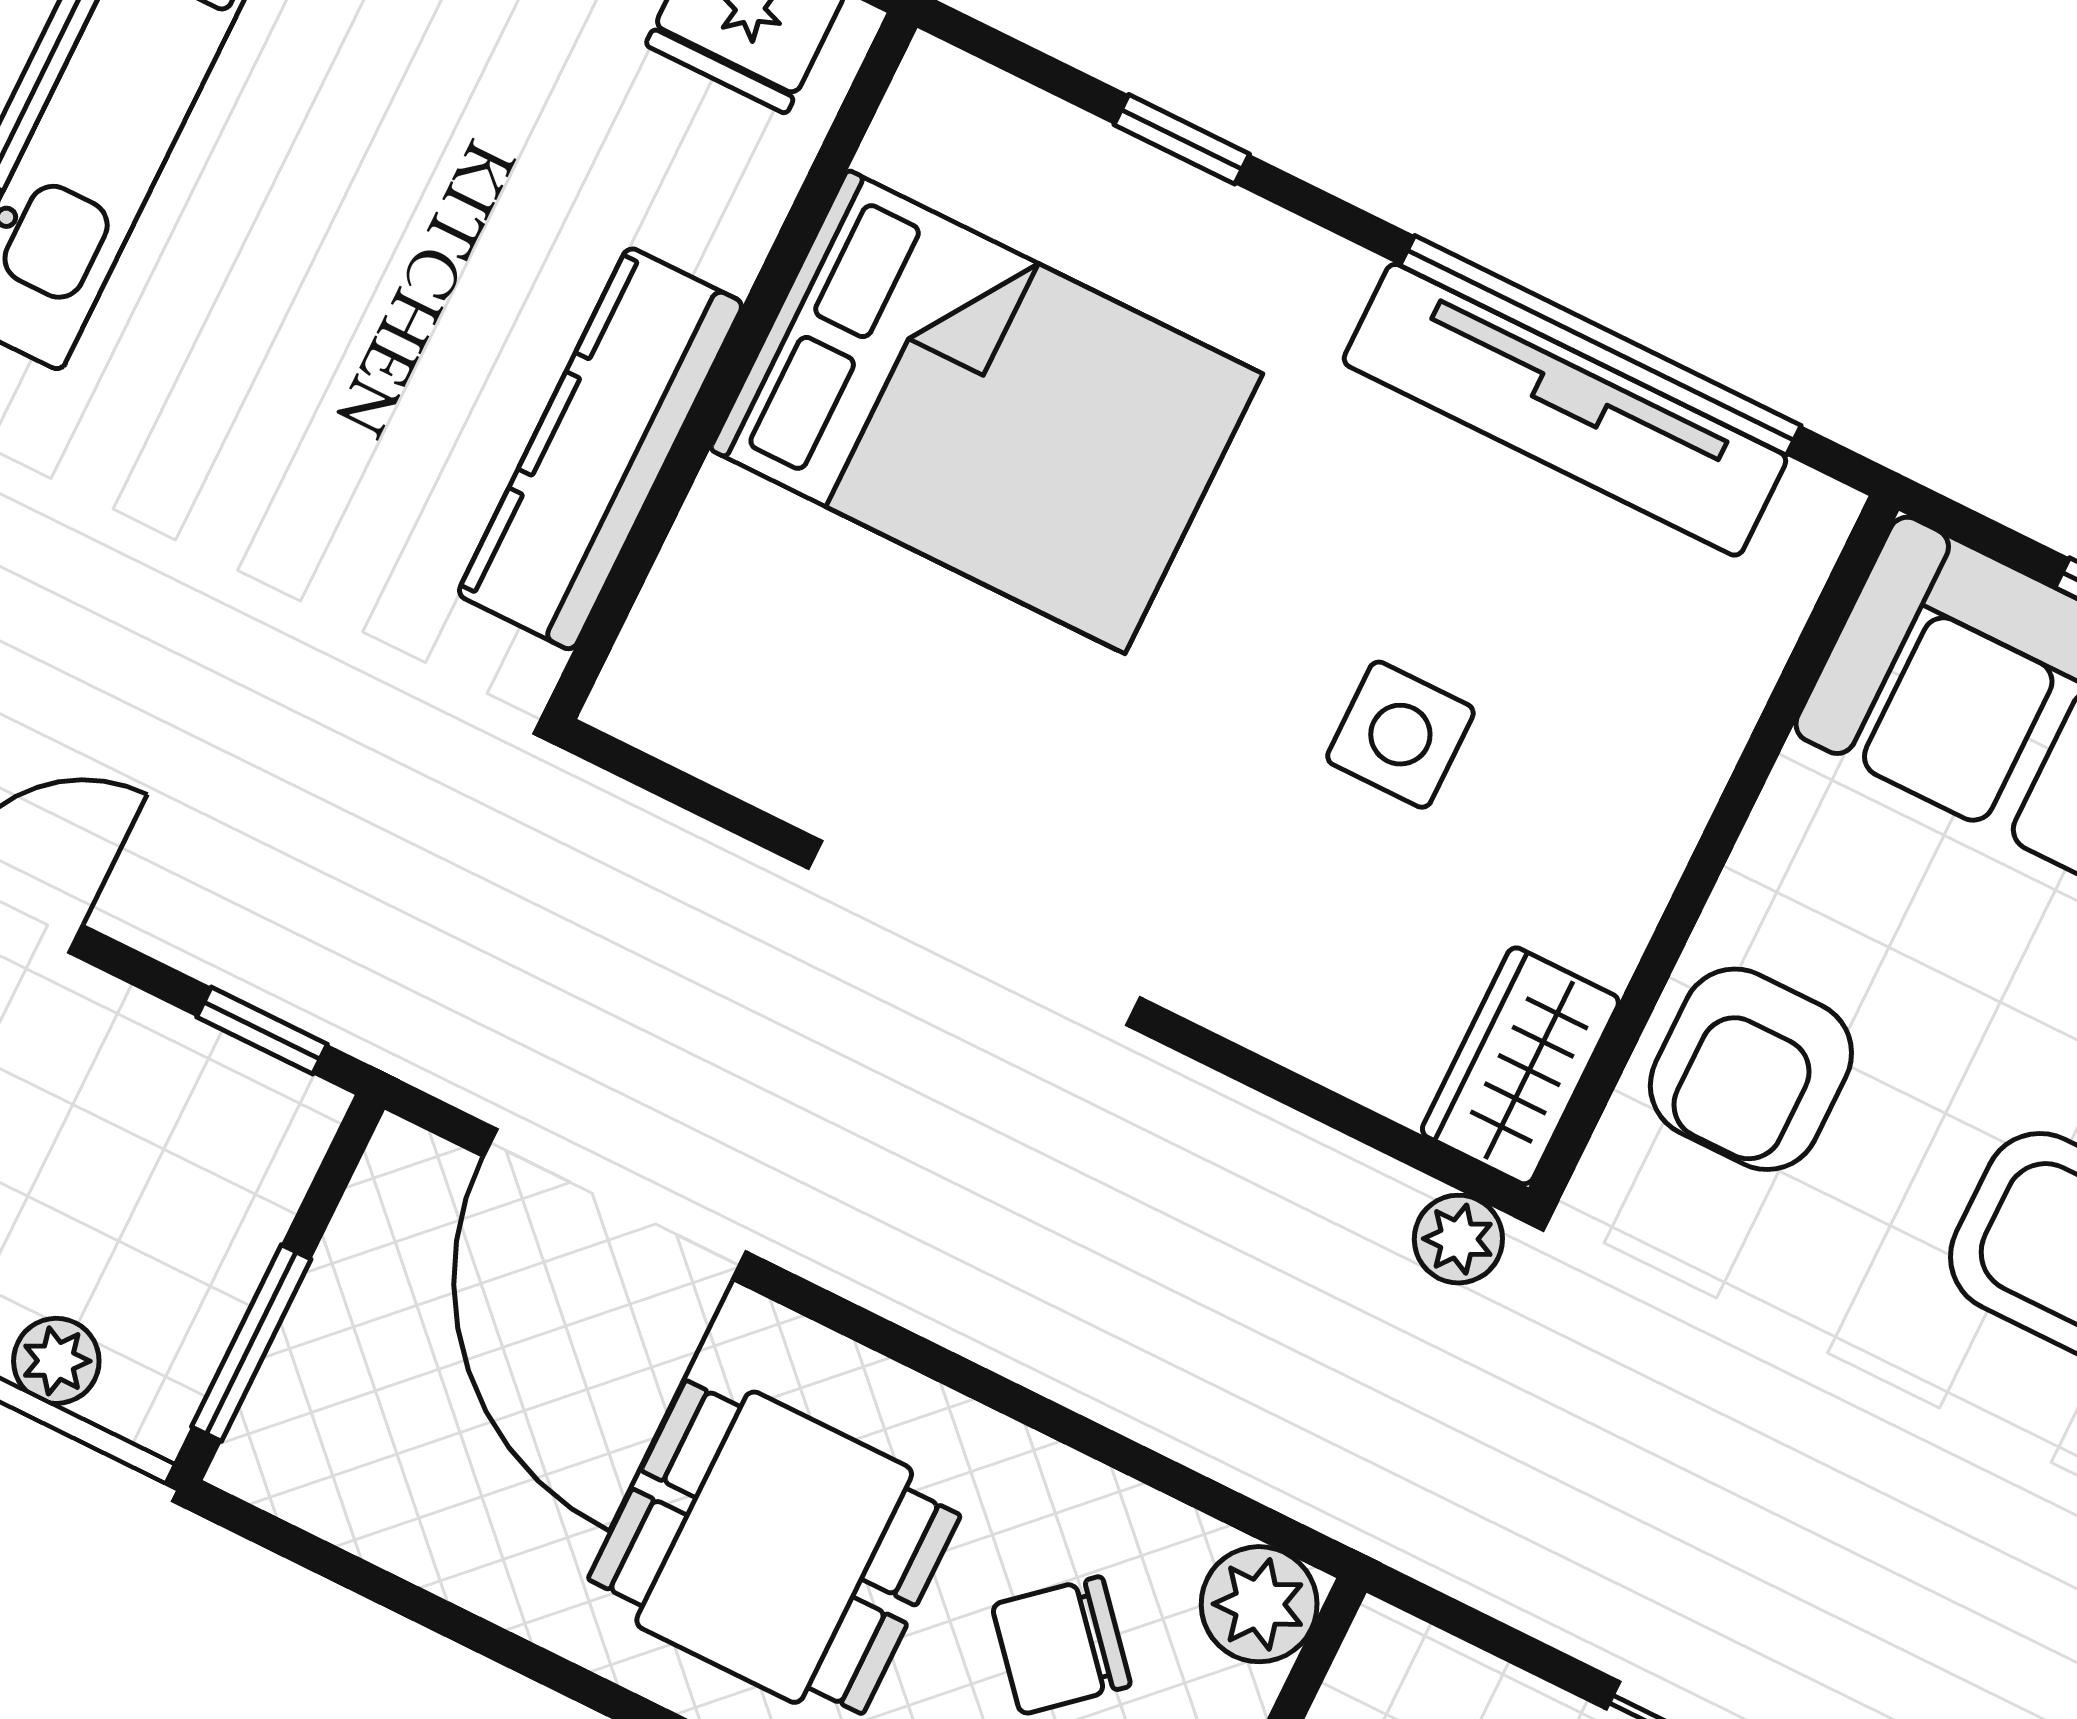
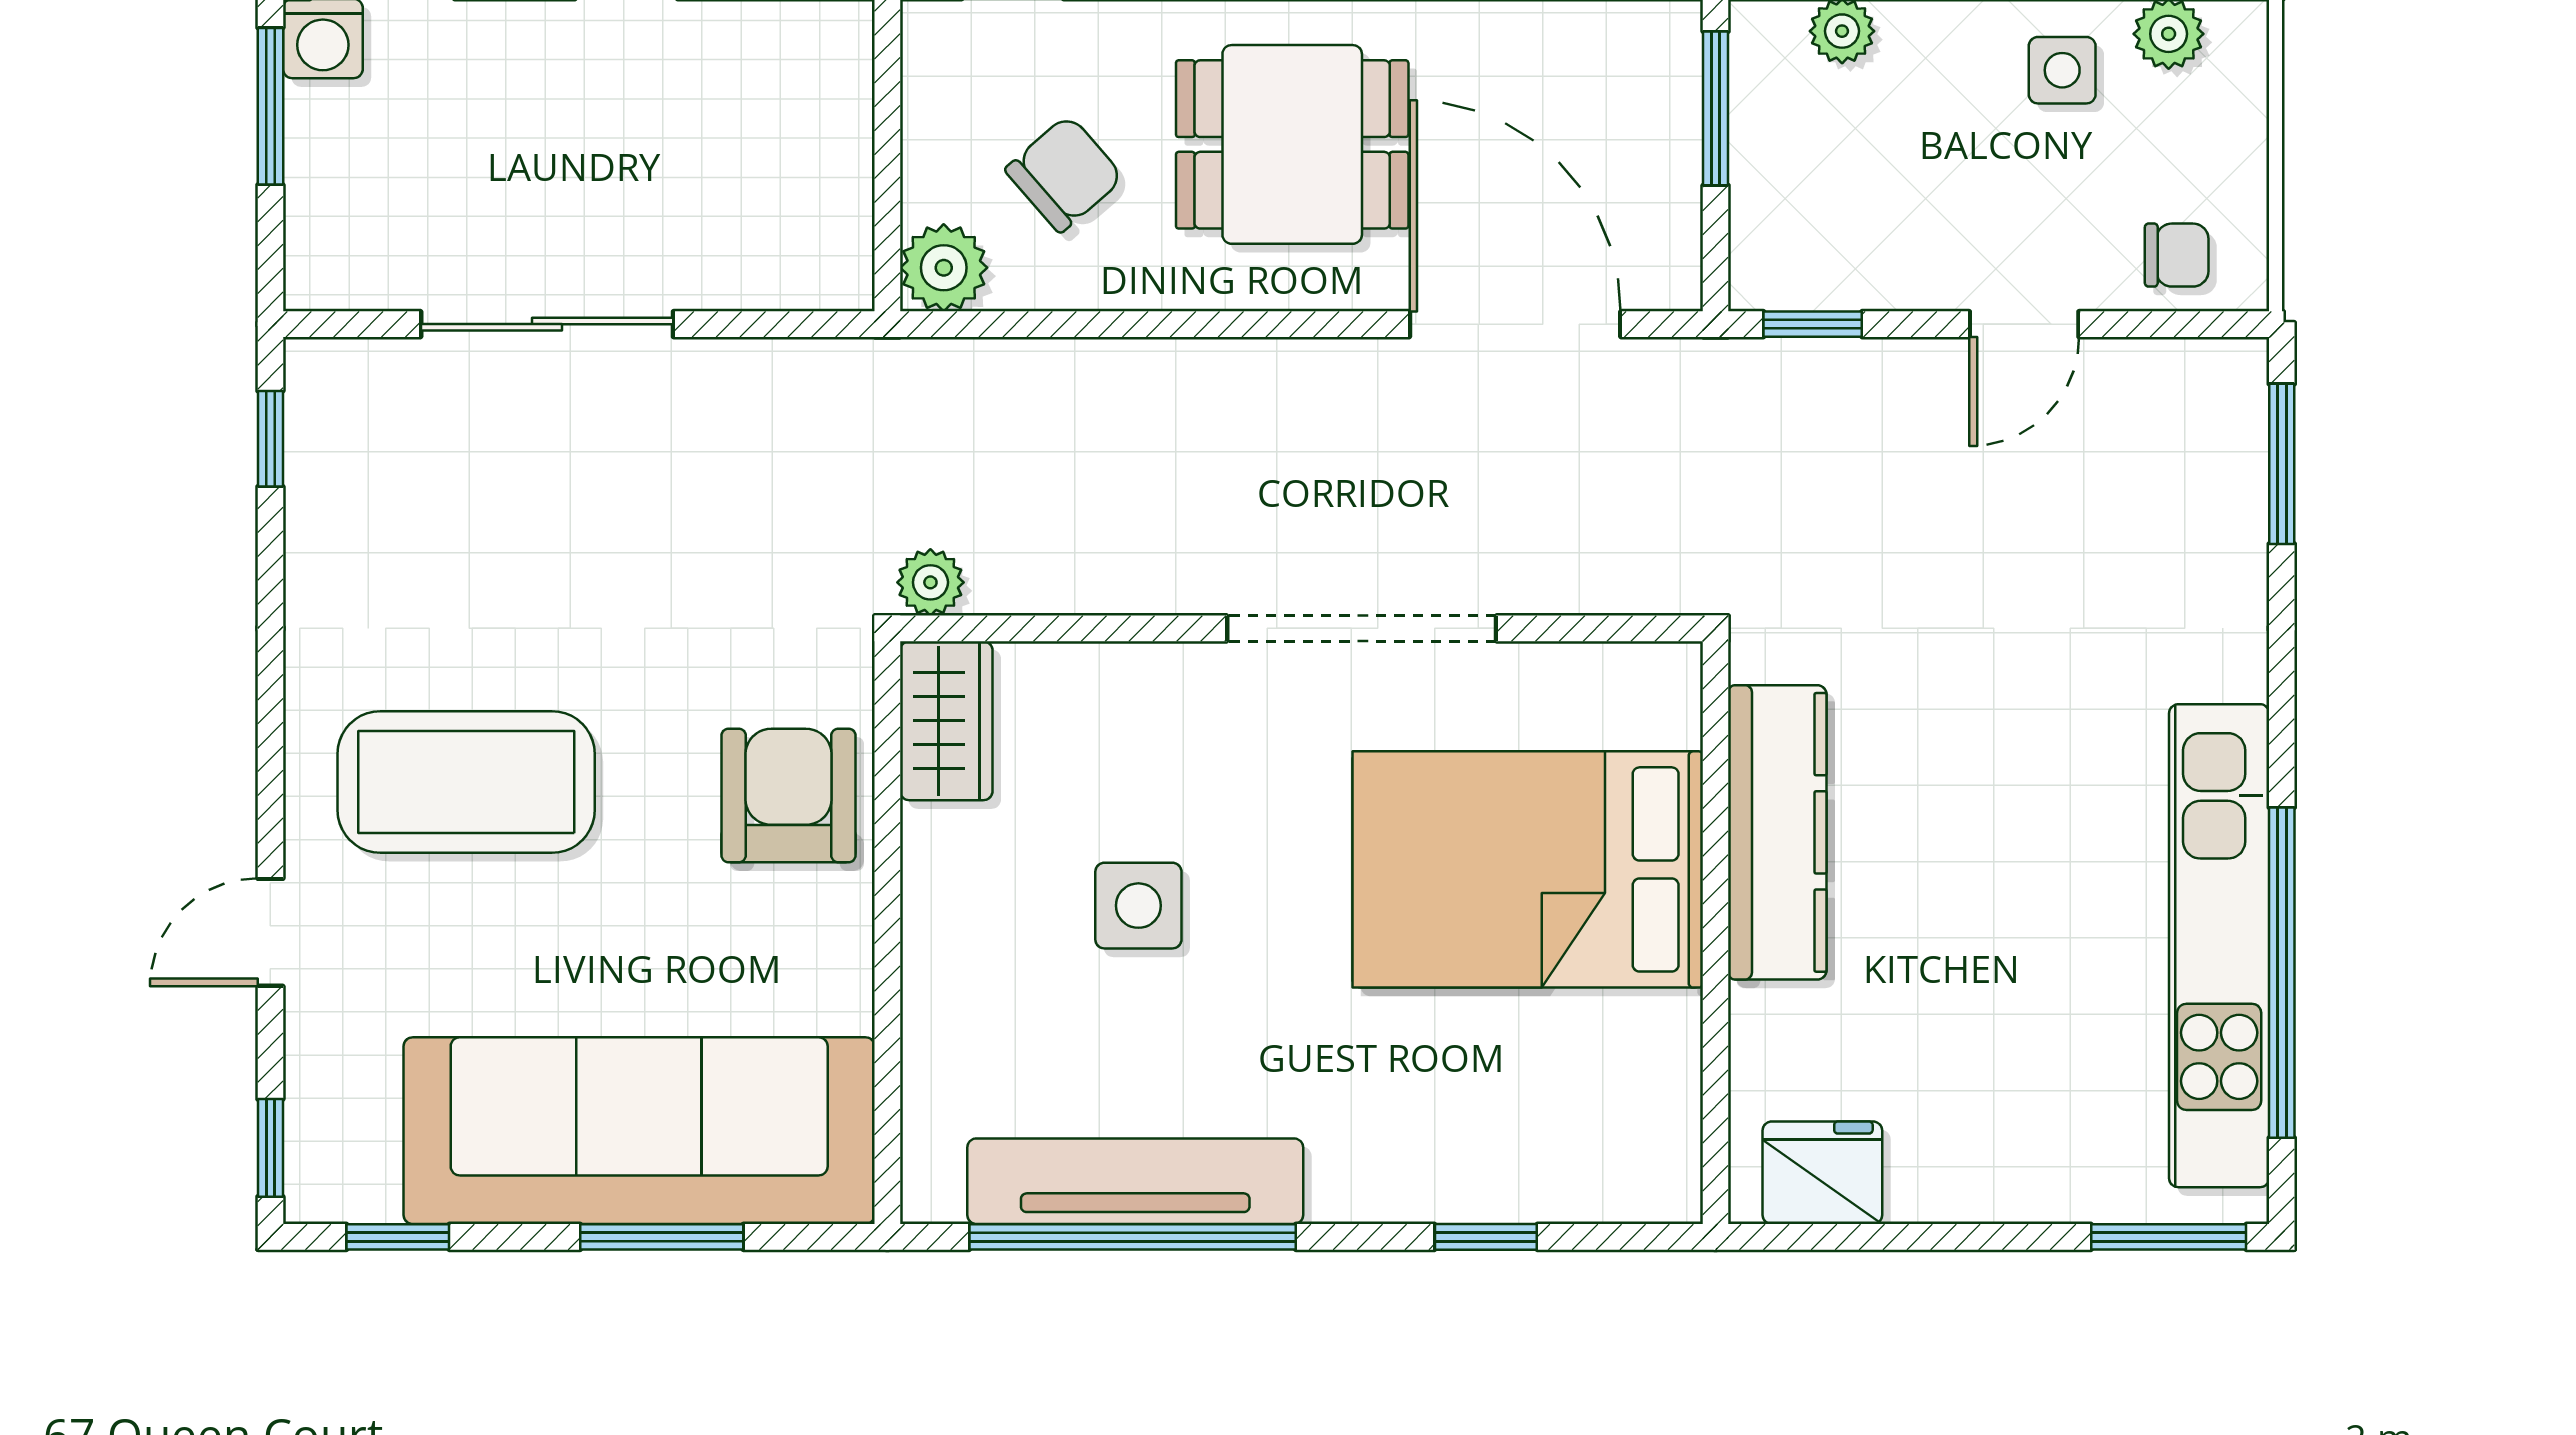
bed: (986, 412) -> (1528, 869), moved

